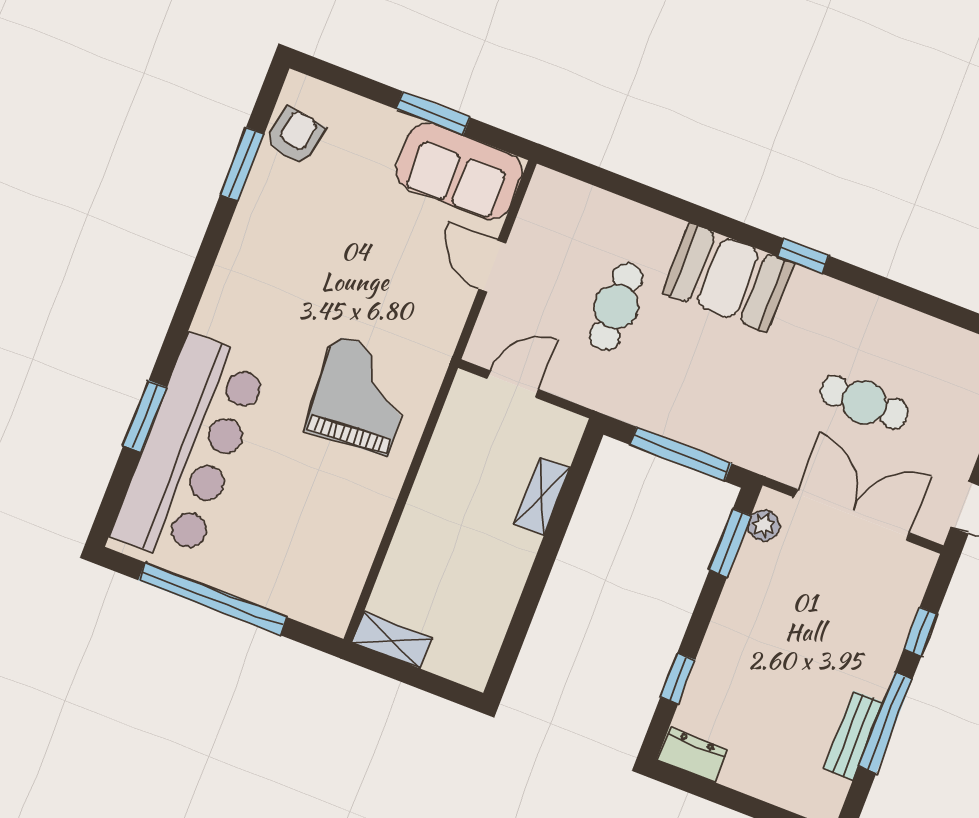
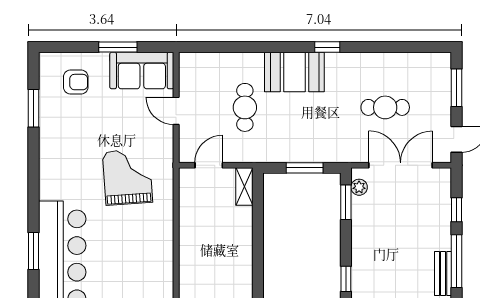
armchair: (295, 136) -> (76, 82), moved, turned 80
grand piano: (361, 395) -> (127, 177), moved
window: (681, 454) -> (305, 168), width x0.69
shelving: (542, 496) -> (244, 187), moved

